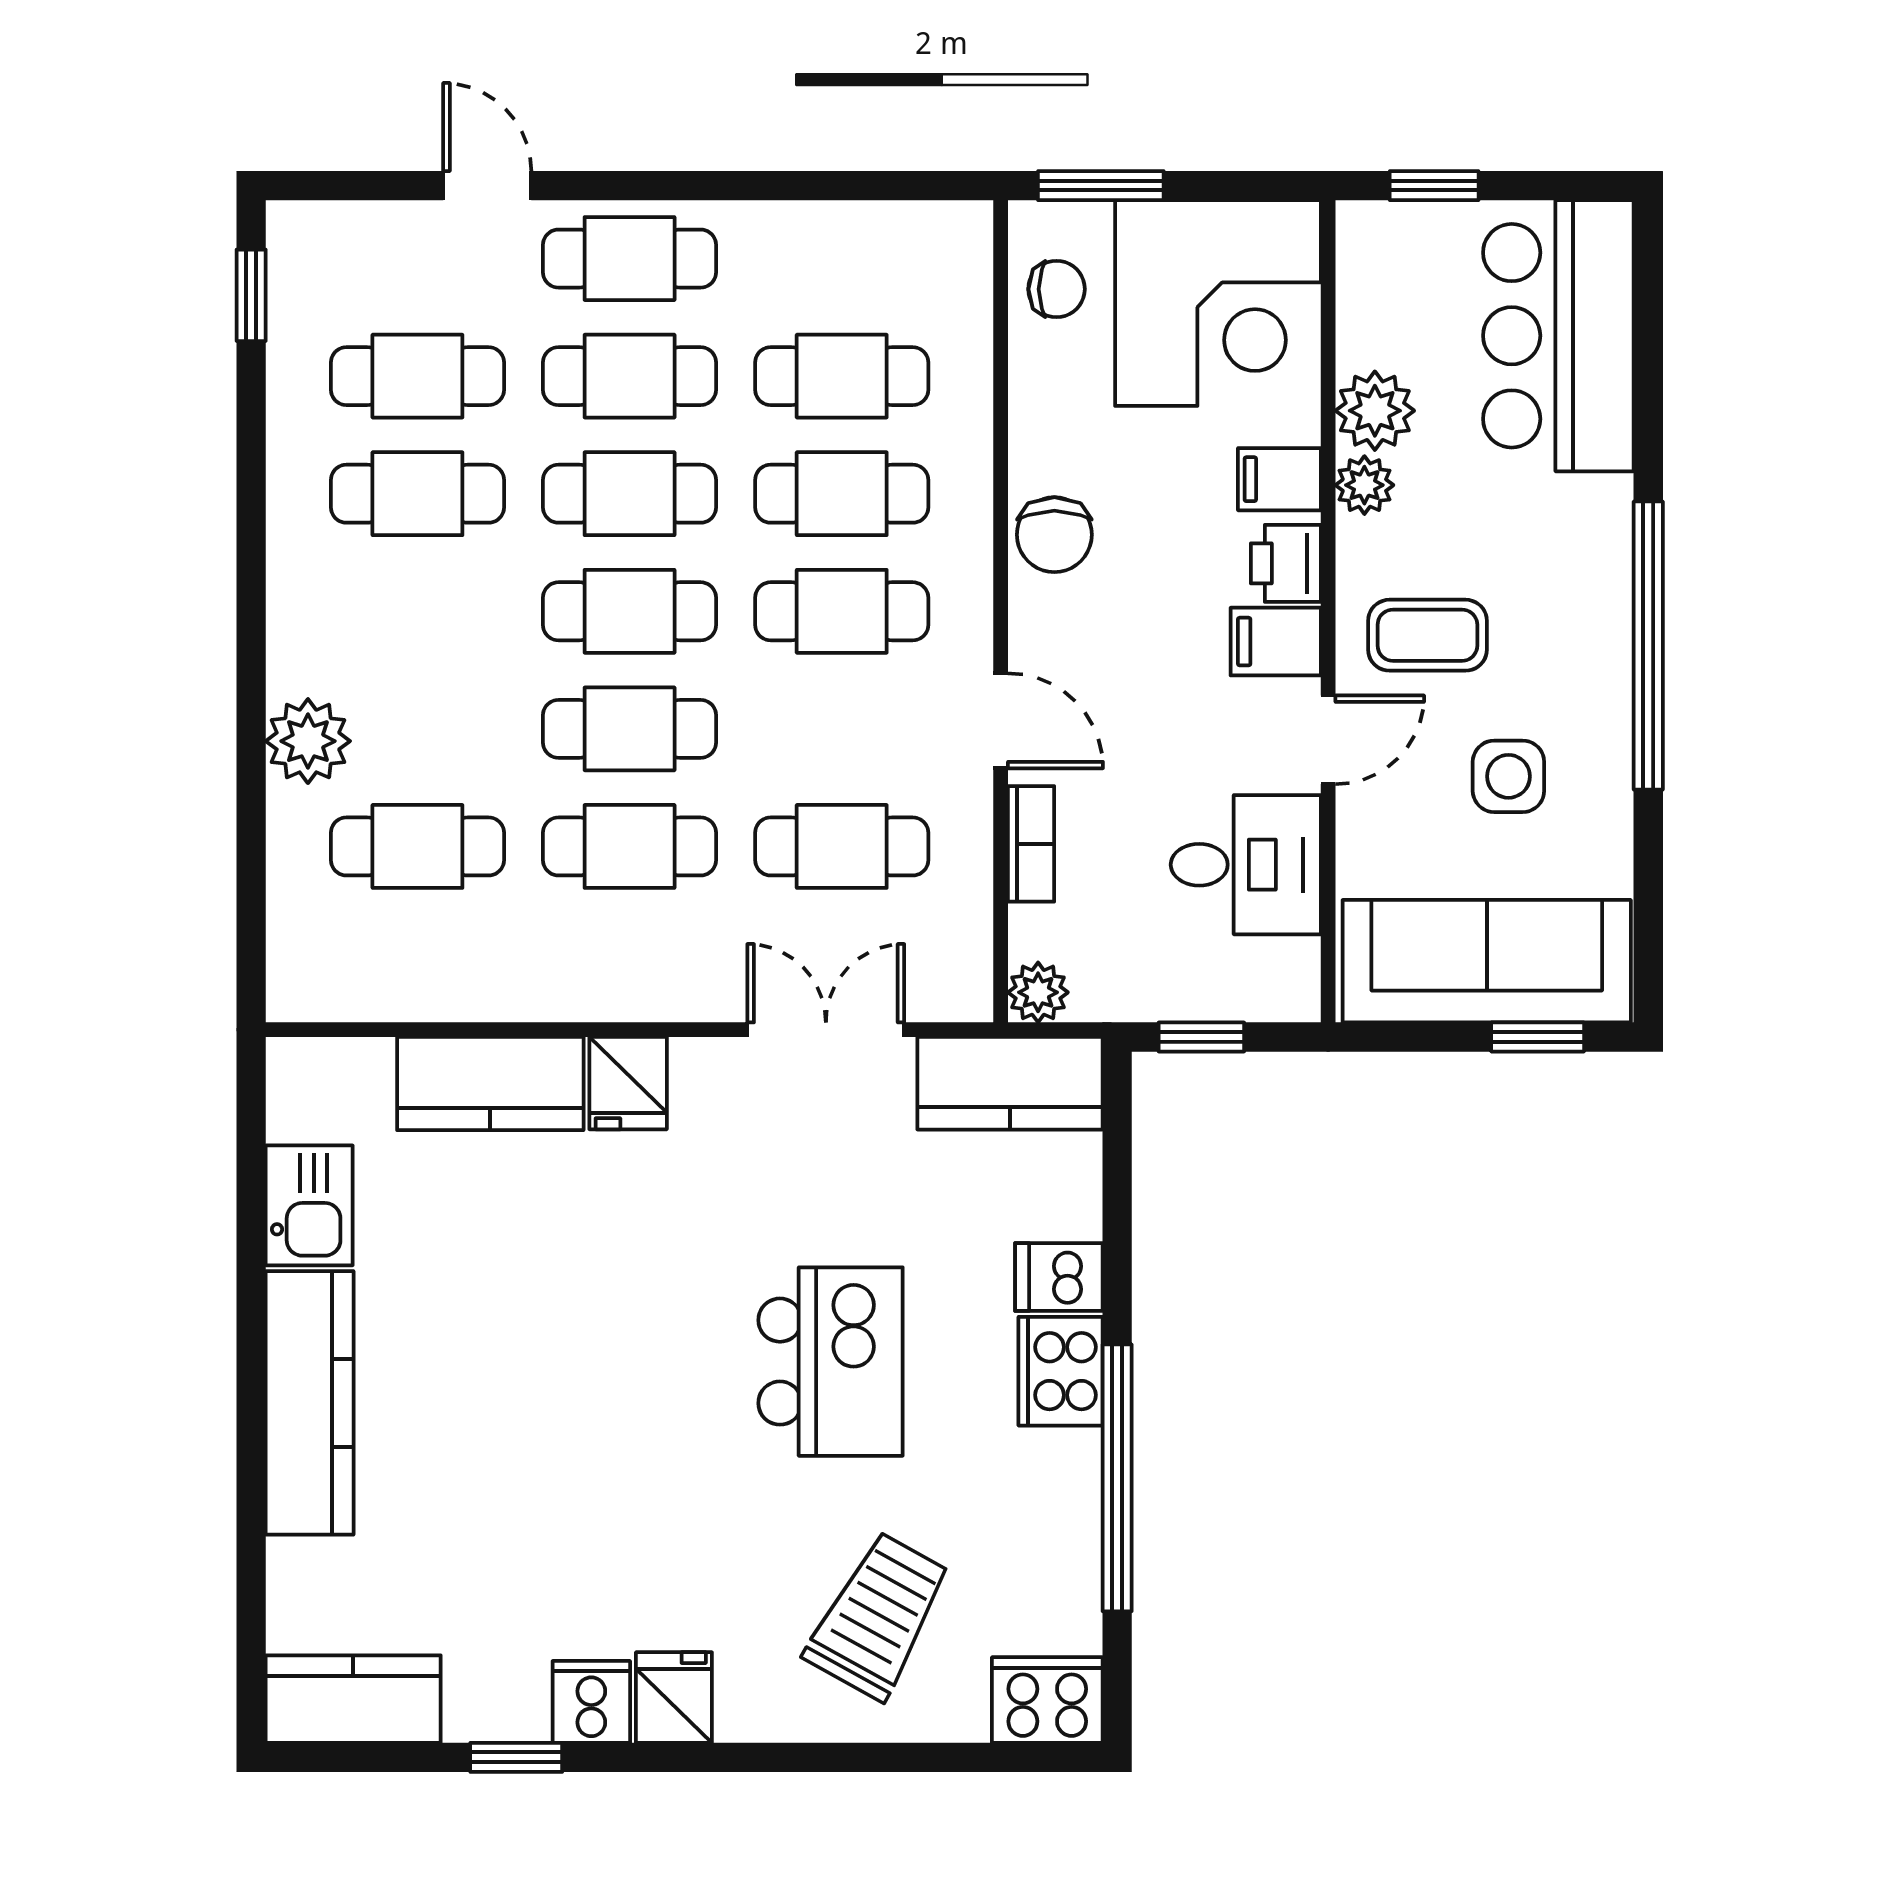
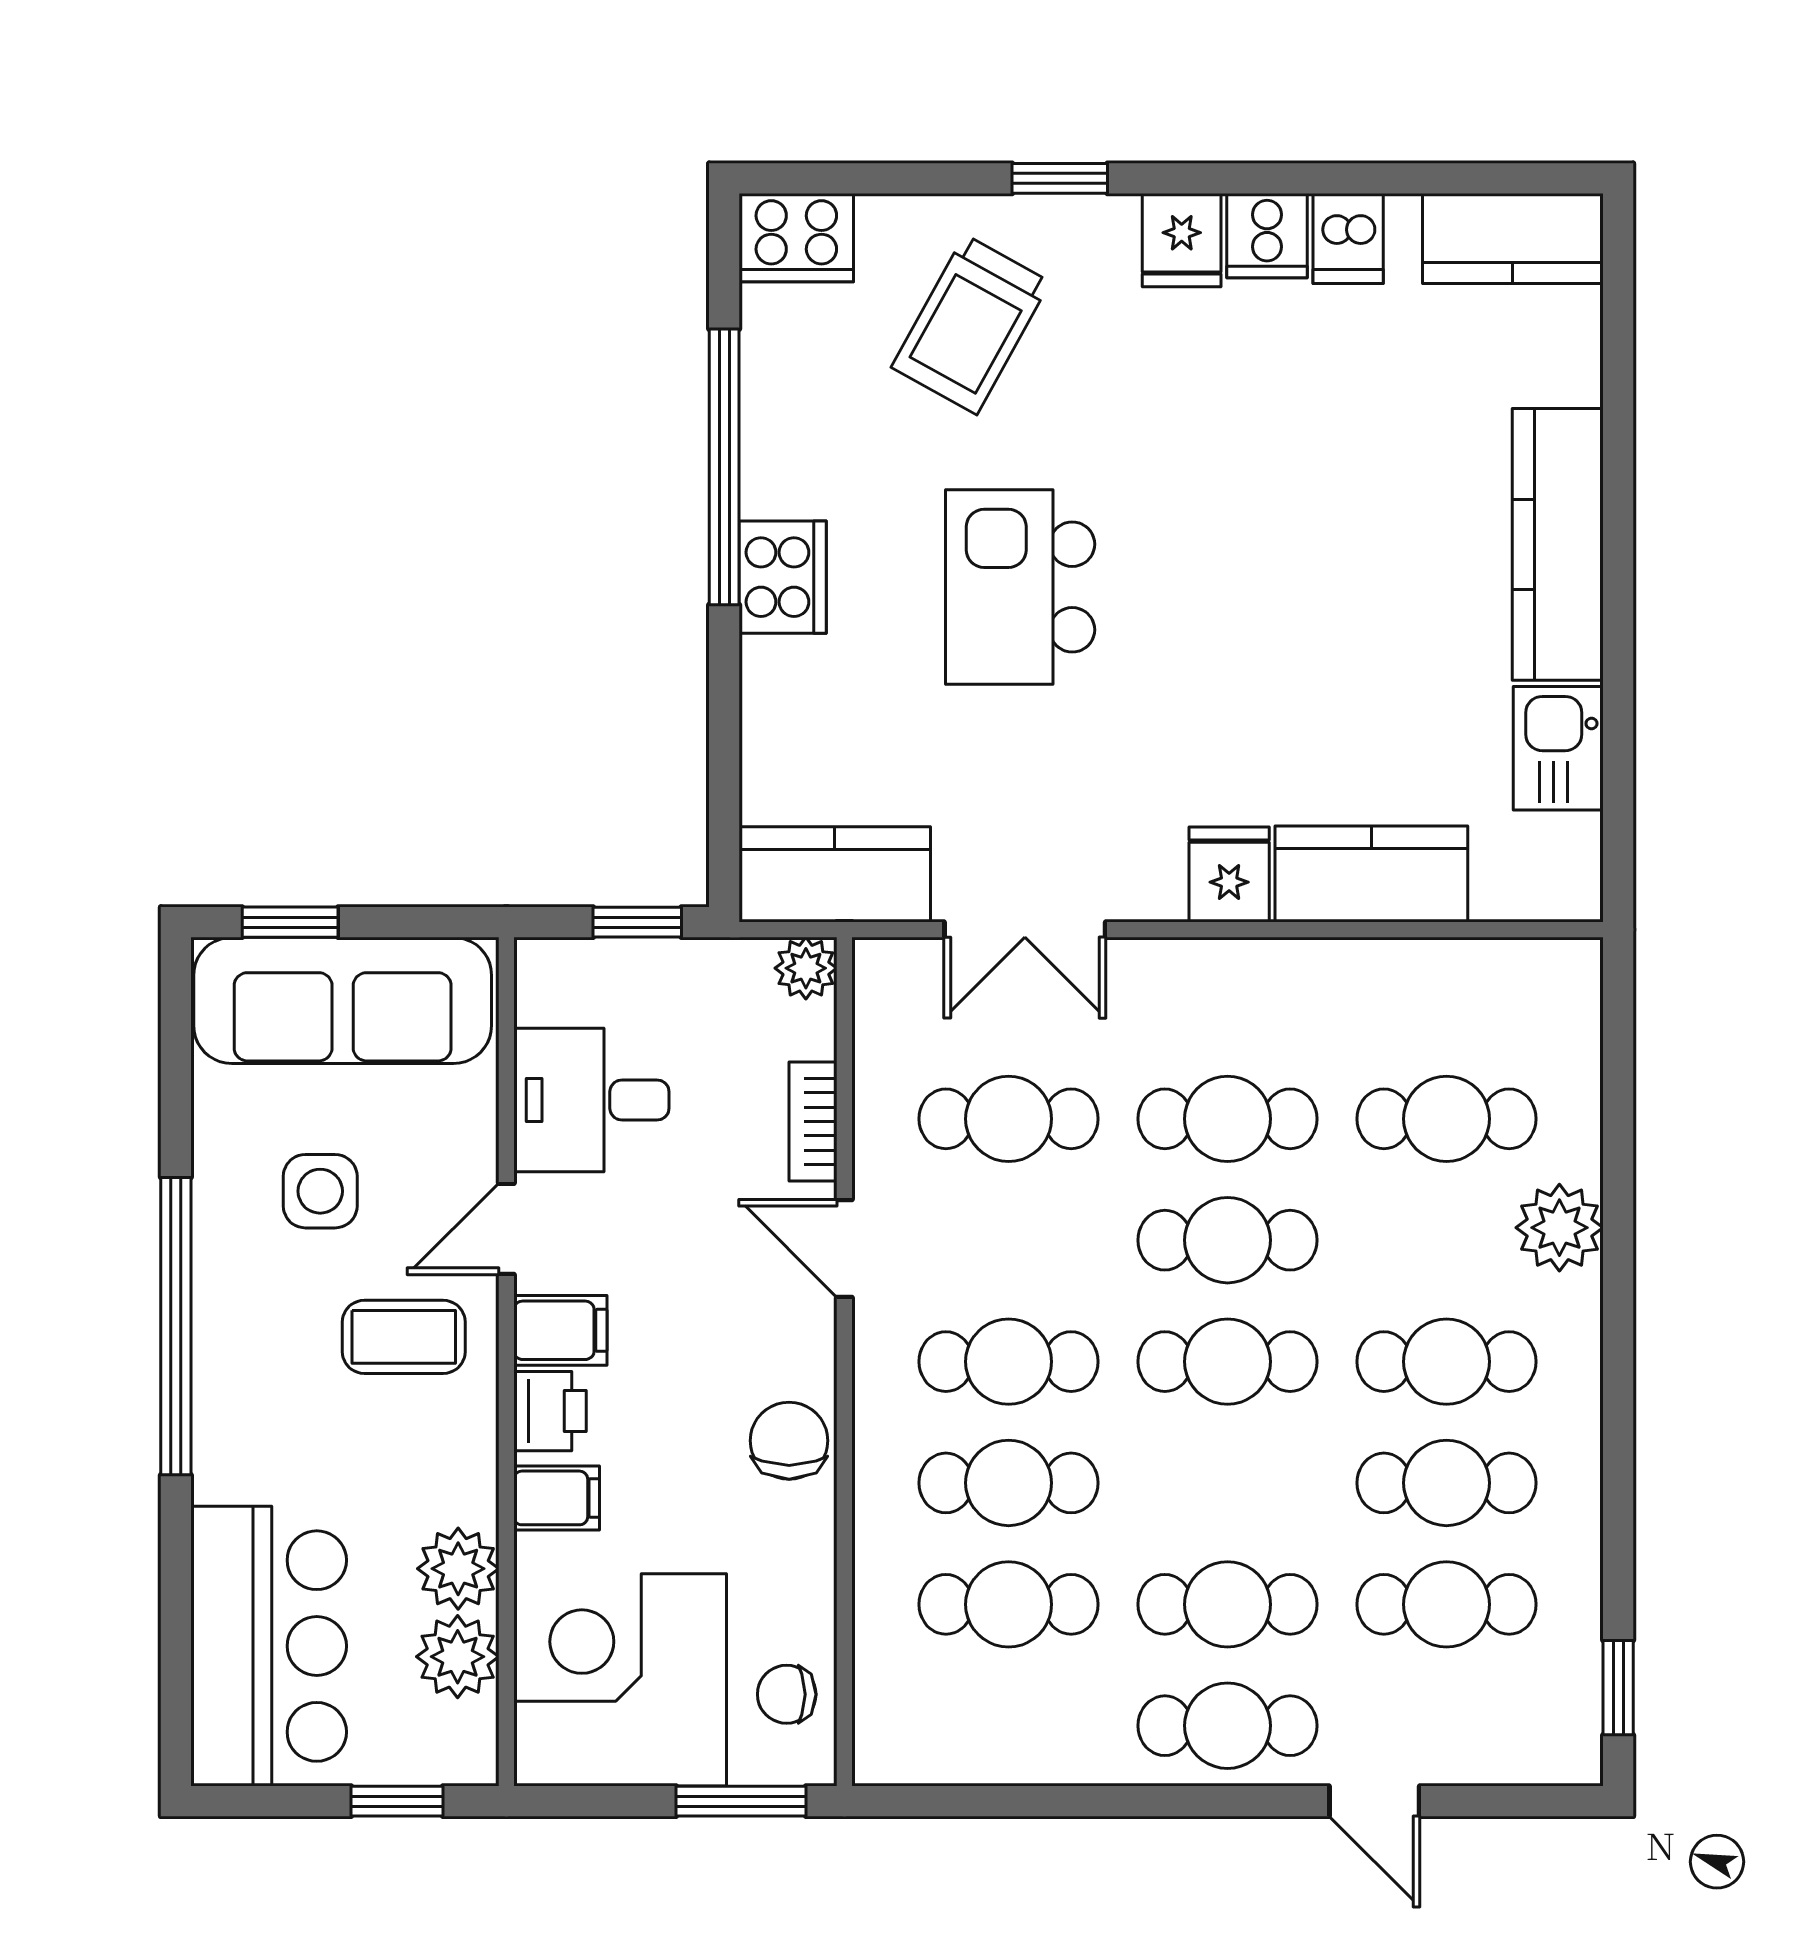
plant: (1364, 485) -> (458, 1657), moved, width x1.38, depth x1.38
cafe table: (630, 494) -> (1446, 1362), moved
dishwasher: (1059, 1277) -> (1348, 239), moved, turned 90
window: (516, 1757) -> (1060, 178), moved

